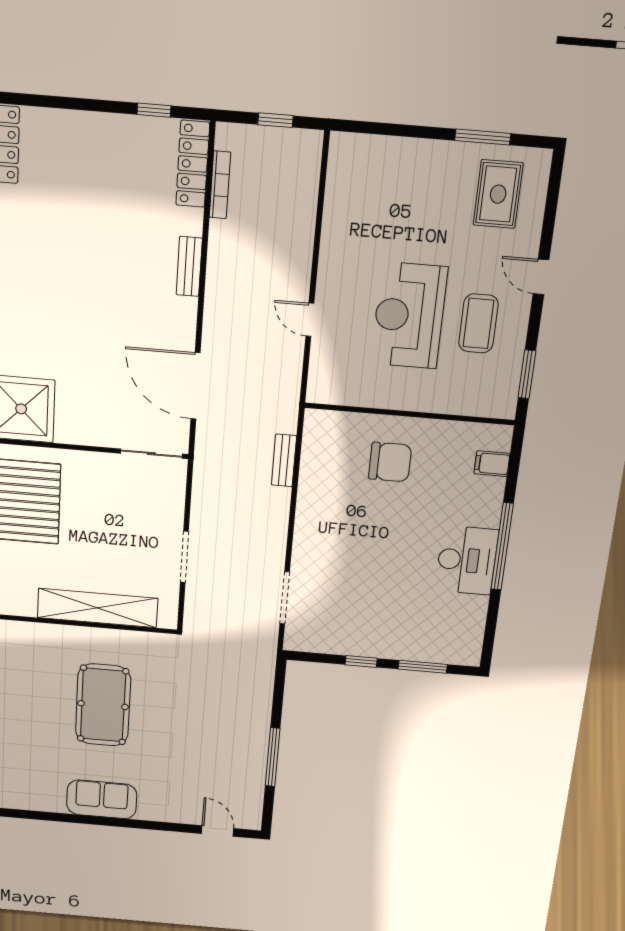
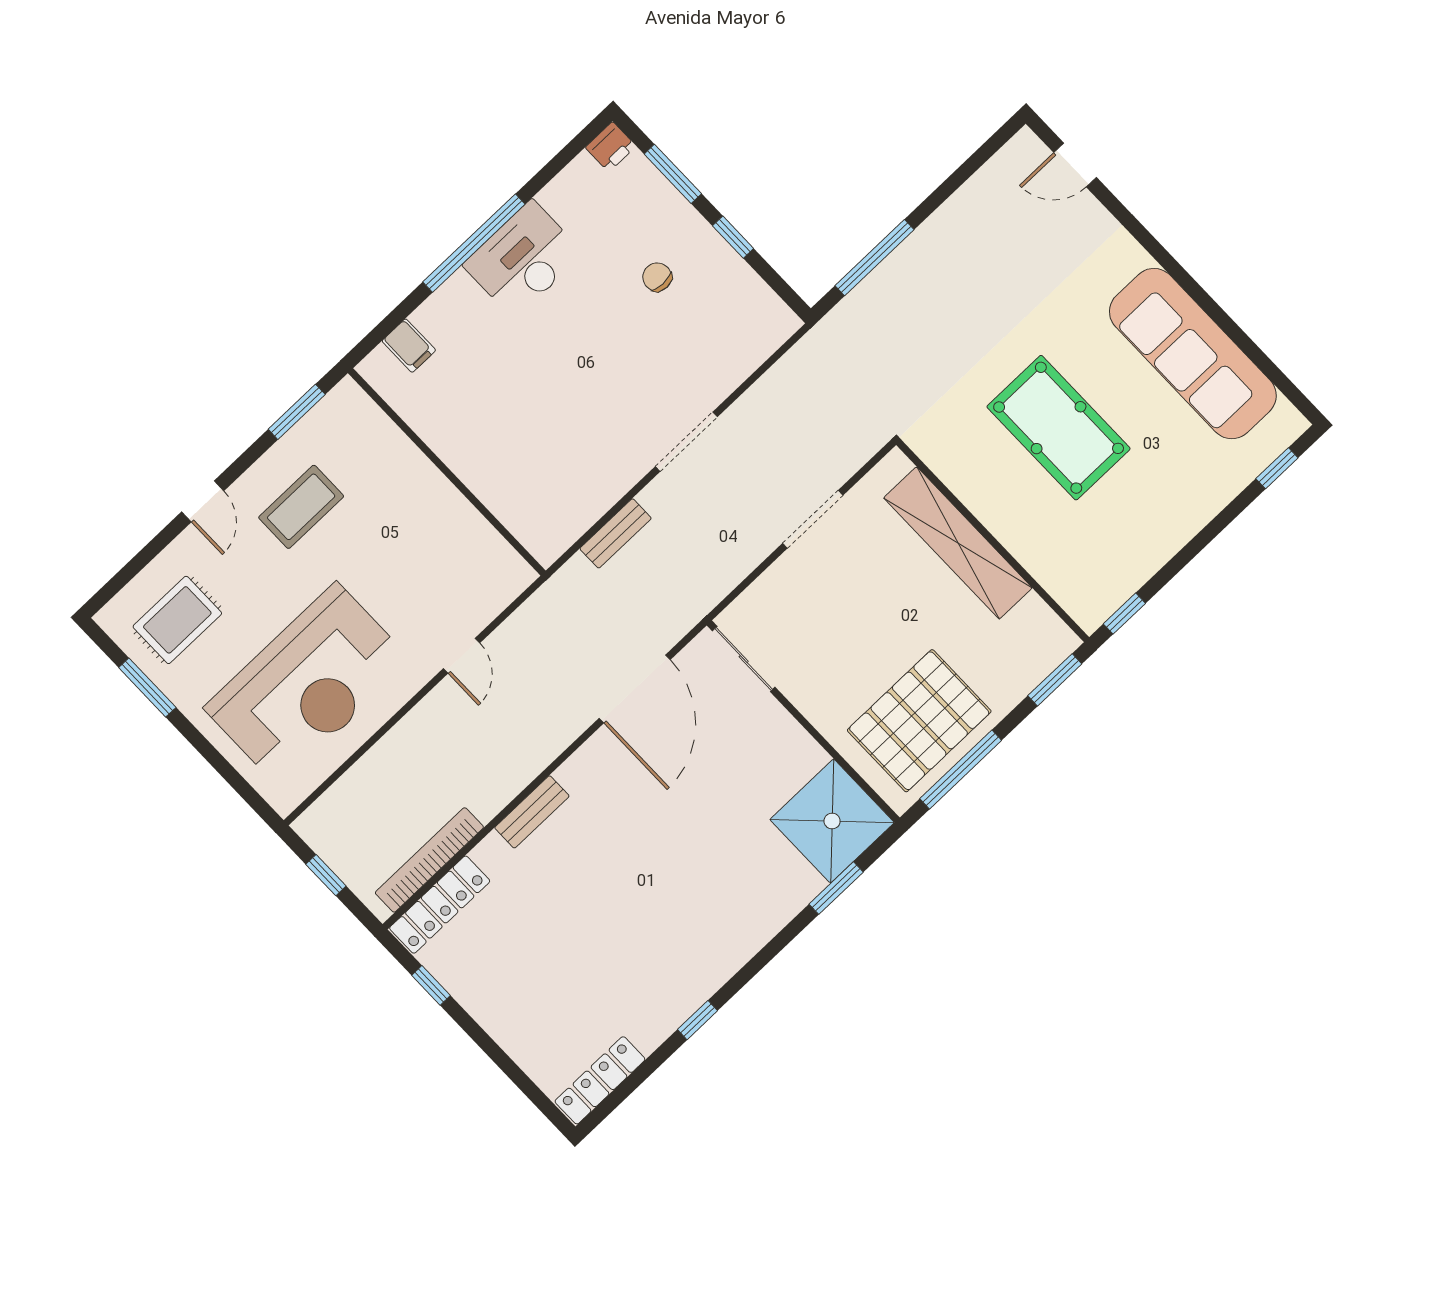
bookcase: (220, 185) -> (429, 860), width x1.48, depth x1.31
reception desk: (409, 316) -> (308, 684), moved, width x1.36, depth x1.30
chair: (390, 462) -> (657, 277), moved, width x0.54, depth x0.54
doorway: (285, 598) -> (686, 442), moved
printer: (469, 654) -> (611, 147), added
pool table: (103, 705) -> (1059, 428), turned 90
window: (273, 757) -> (874, 258), moved
sofa: (102, 799) -> (1193, 354), width x1.85, depth x1.27
door: (218, 831) -> (1075, 165), hinge flipped

